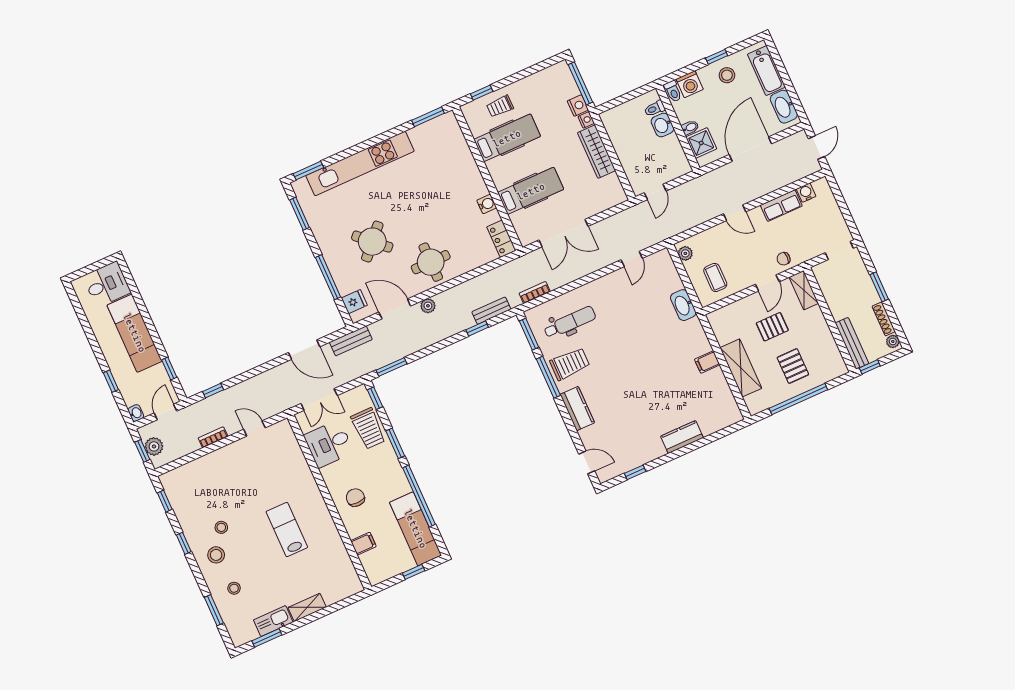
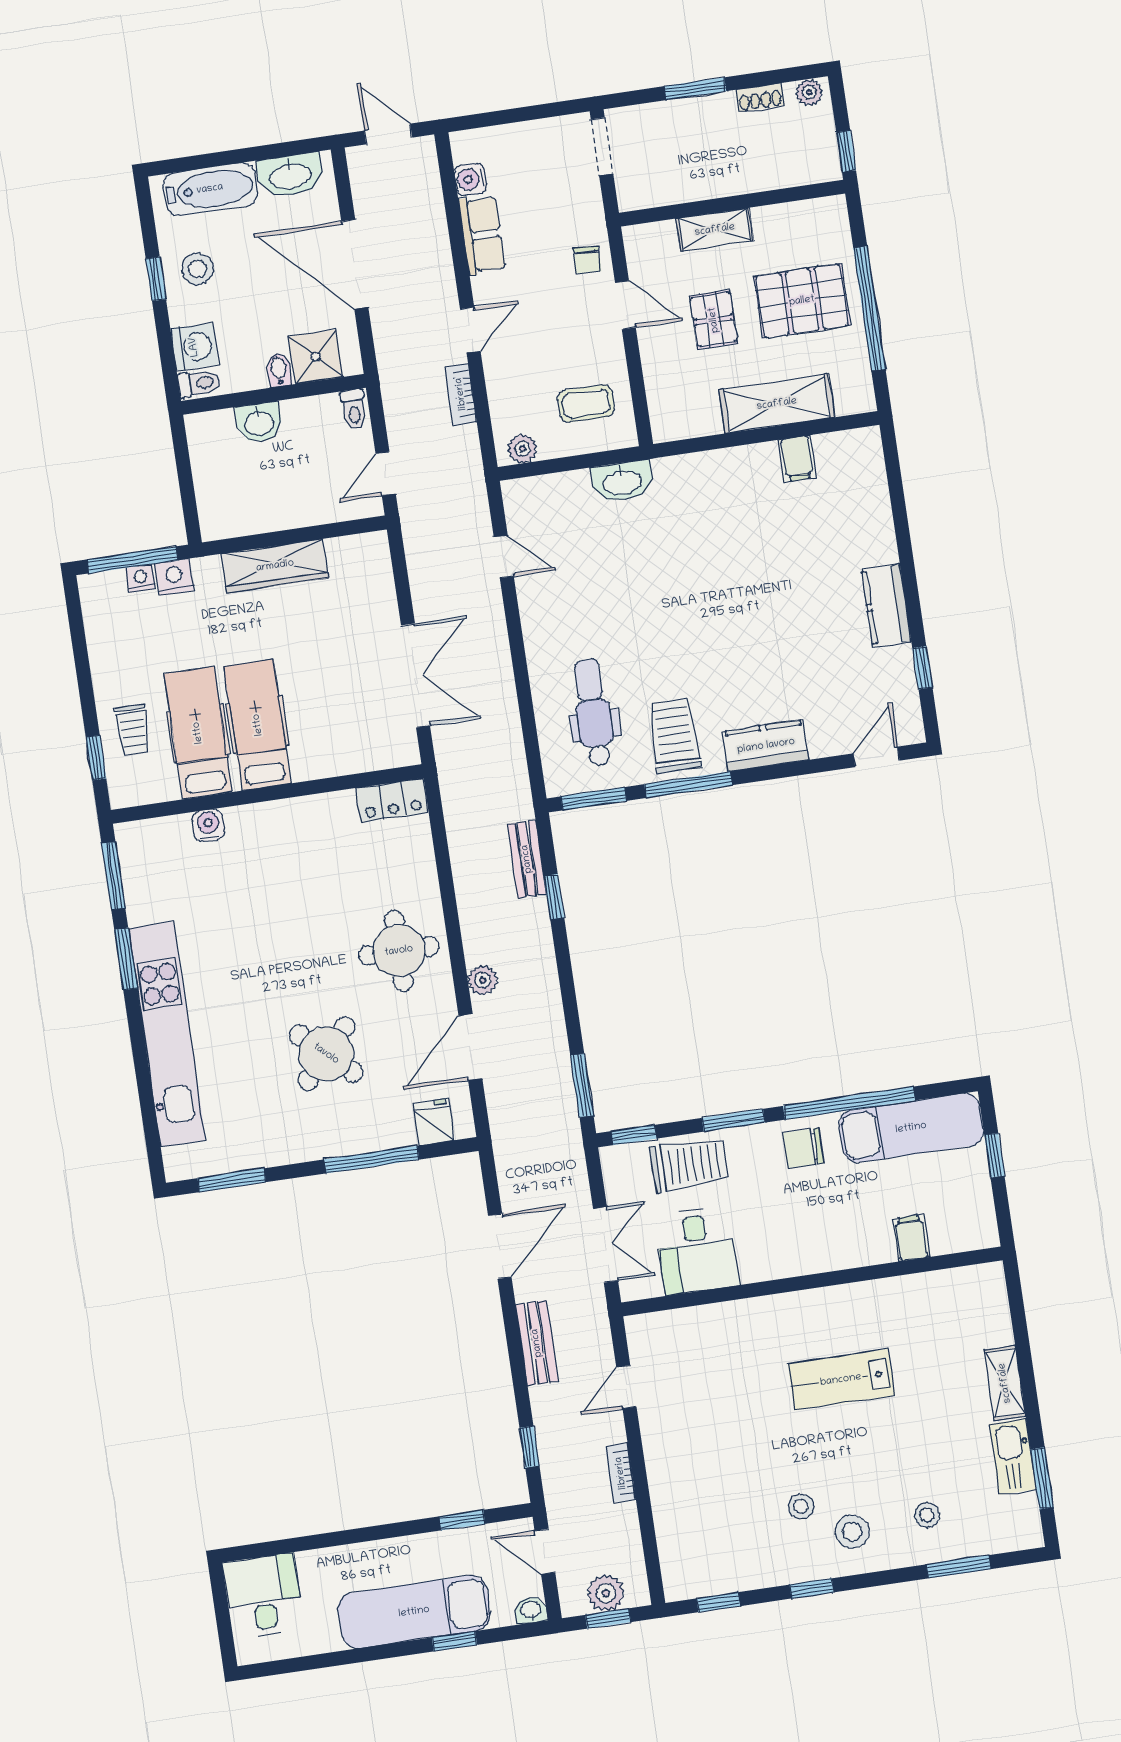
toilet: (655, 109) -> (354, 409), moved
nightstand: (586, 120) -> (140, 578), moved
window: (308, 171) -> (126, 959), moved
hospital bed: (531, 191) -> (258, 725), moved
door: (655, 192) -> (386, 474), swing flipped
water cooler: (487, 204) -> (208, 825), moved
shelving: (804, 290) -> (715, 230), moved
bookcase: (535, 292) -> (461, 394), moved
shoe rack: (884, 319) -> (760, 98), width x0.70
exam couch: (135, 333) -> (414, 1612), moved, turned 180
bench: (351, 341) -> (537, 1343), moved
bench: (852, 343) -> (790, 173), removed
filing cabinet: (707, 362) -> (797, 459), moved
pallet: (793, 366) -> (802, 301), width x1.50, depth x1.42
kitchen counter: (682, 437) -> (886, 605), moved
chair: (355, 498) -> (803, 1148), moved

